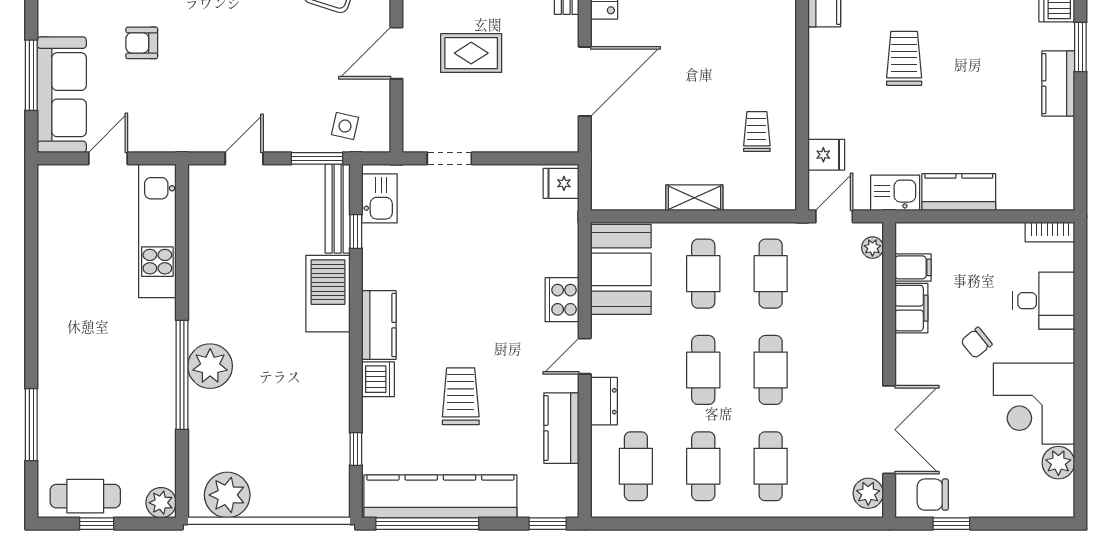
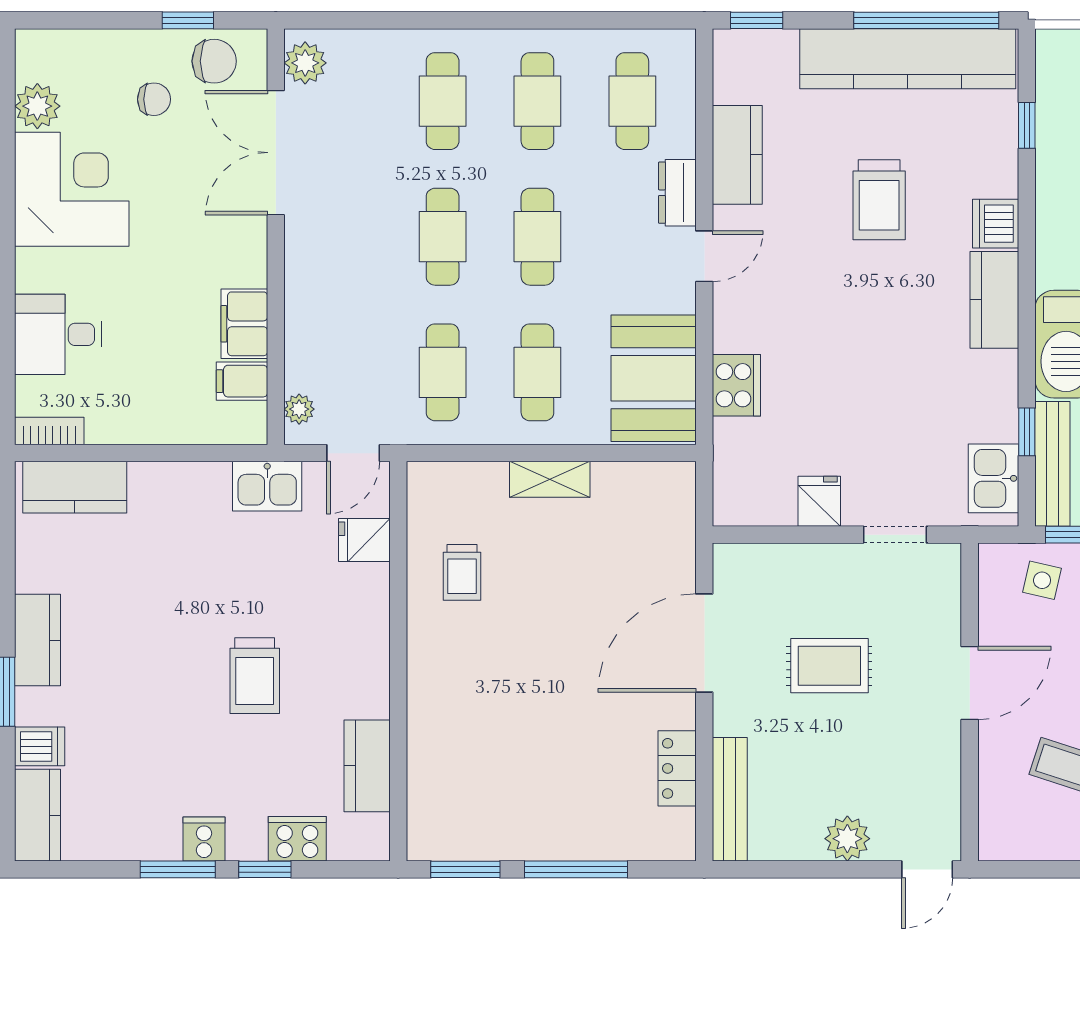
rug: (471, 53) -> (829, 666), moved
fridge: (561, 183) -> (819, 501), moved, turned -90
kitchen counter: (959, 192) -> (75, 487), moved
cooker: (562, 300) -> (736, 385), moved
chair: (976, 343) -> (154, 99), moved, turned 39

